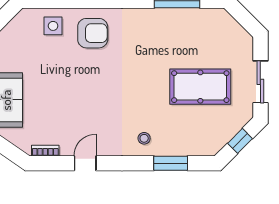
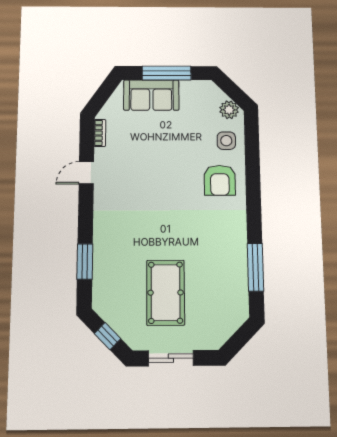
plant: (21, 22) -> (229, 110), added
stool: (144, 138) -> (111, 233), removed
door: (85, 163) -> (86, 173), swing flipped

